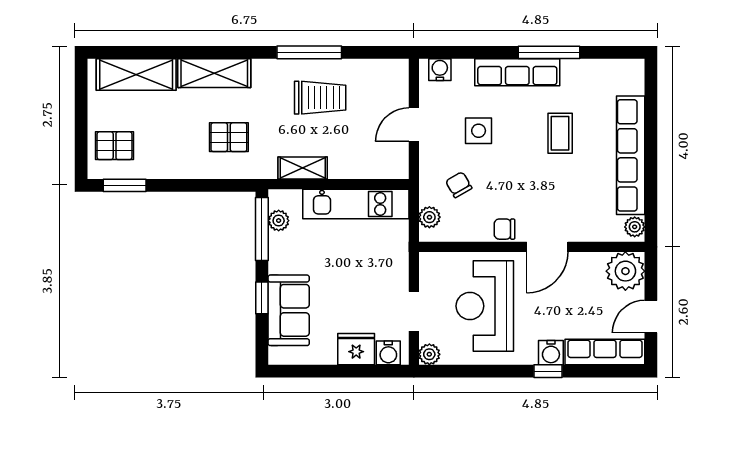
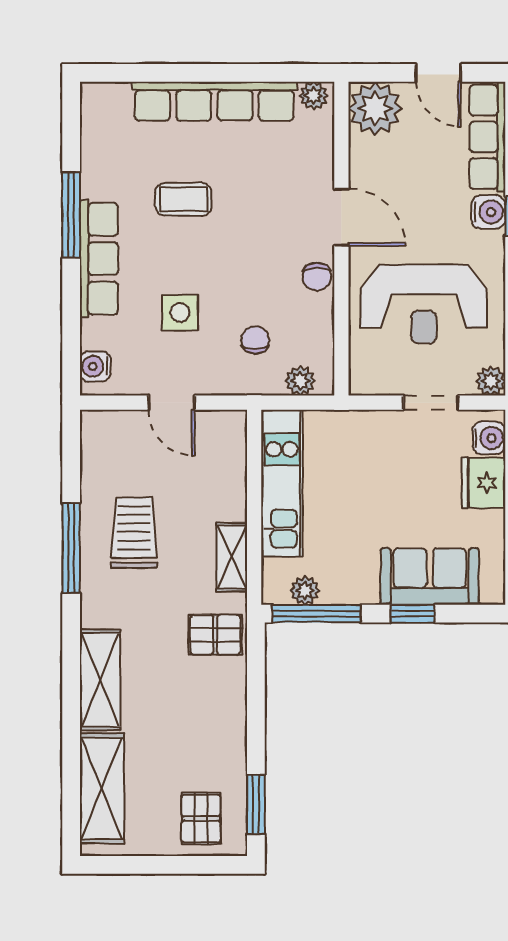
pallet: (229, 137) -> (215, 635), moved, turned 90
chair: (459, 185) -> (255, 340), turned 120

